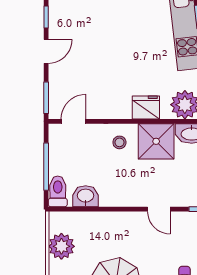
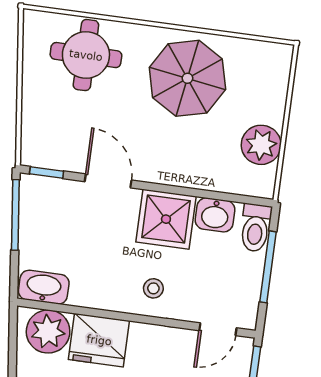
fridge: (146, 107) -> (99, 340), width x1.36, depth x1.34
shower: (156, 141) -> (166, 219), moved
door: (159, 209) -> (108, 181), width x1.38

